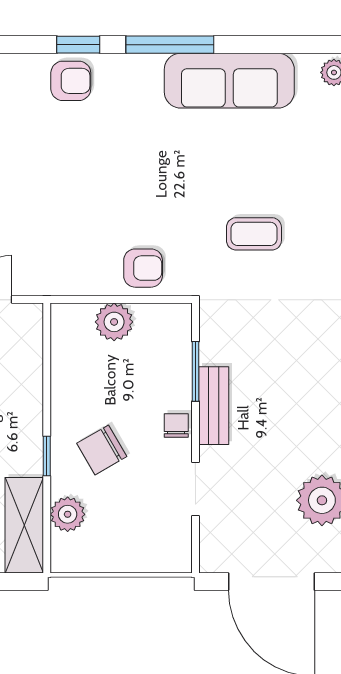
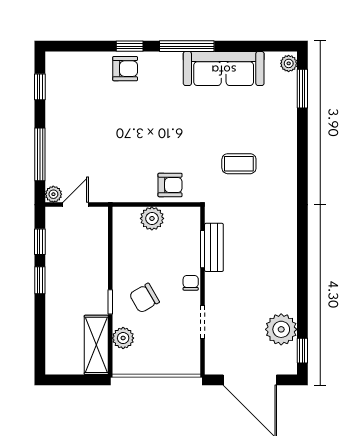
bench: (214, 406) -> (214, 247), moved

